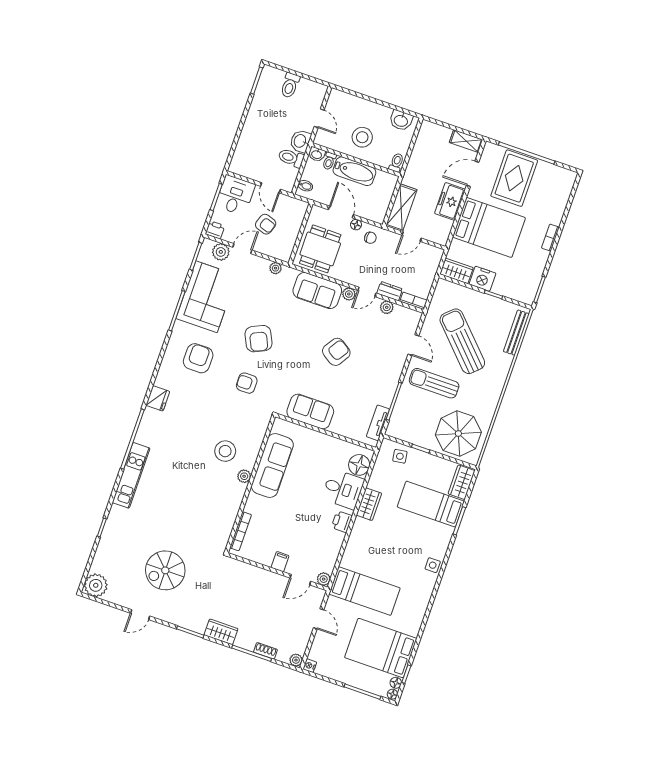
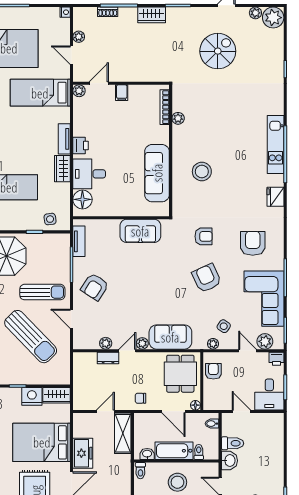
washbasin: (317, 154) -> (147, 454), moved
armchair: (266, 224) -> (213, 371), moved, turned 72
floor lamp: (356, 225) -> (195, 405), moved
door: (242, 249) -> (247, 351), swing flipped
side table: (258, 283) -> (224, 326), added
bookcase: (413, 301) -> (85, 357), removed
armchair: (336, 352) -> (95, 287), moved
armchair: (198, 358) -> (253, 243), turned 180
kitchen unit: (131, 475) -> (276, 144), moved
plant: (244, 476) -> (178, 118), moved
tv unit: (356, 534) -> (64, 139), added
plant: (112, 596) -> (255, 13), added
plant: (296, 660) -> (79, 37), moved

